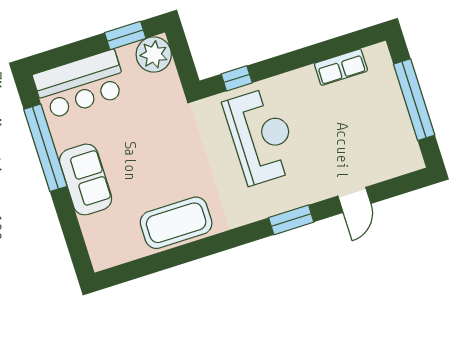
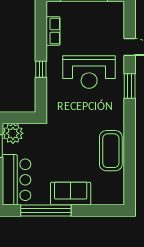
window: (237, 78) -> (41, 69), moved
reception desk: (261, 136) -> (89, 72), moved, turned 180

